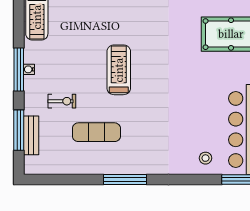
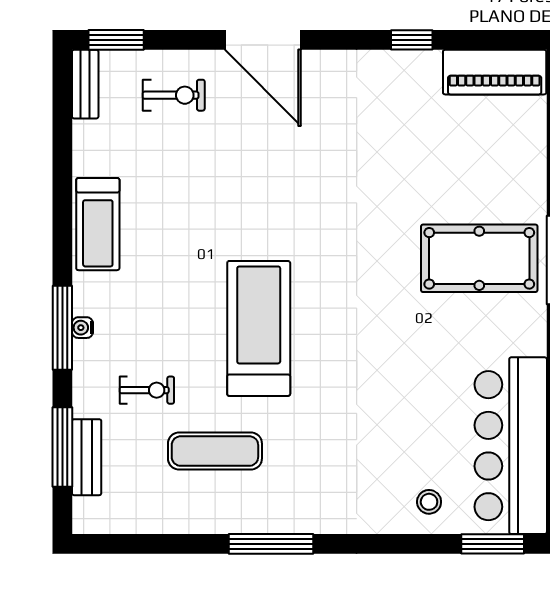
treadmill: (119, 70) -> (259, 328), width x1.37, depth x1.38

